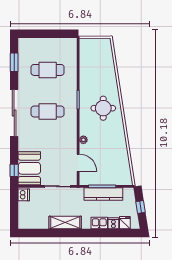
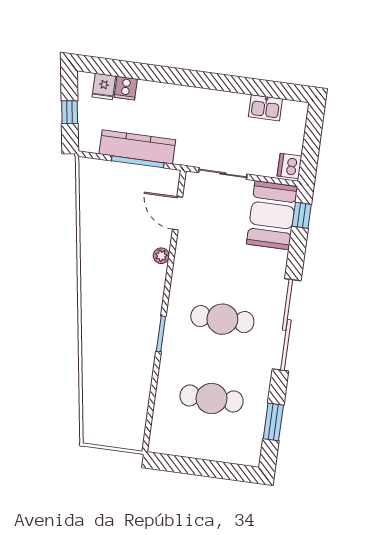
round table: (103, 108) -> (115, 311), removed
shelving: (65, 223) -> (218, 102), removed
kitchen sink: (99, 223) -> (265, 108), moved

